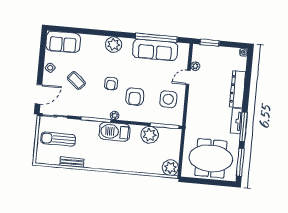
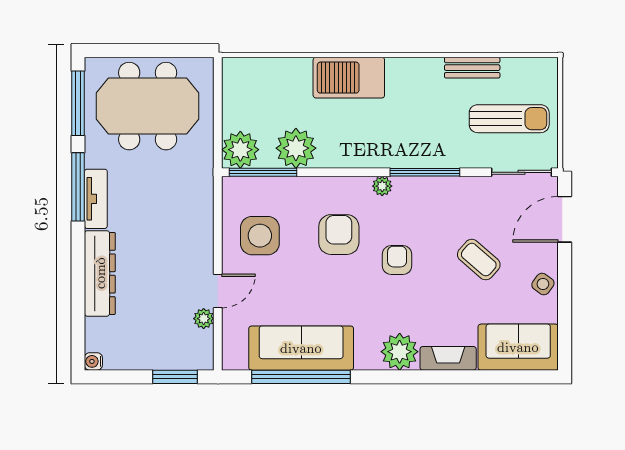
fireplace: (93, 40) -> (448, 358), added
barbecue: (115, 132) -> (349, 78), moved, turned 180
plant: (170, 168) -> (240, 150), moved

